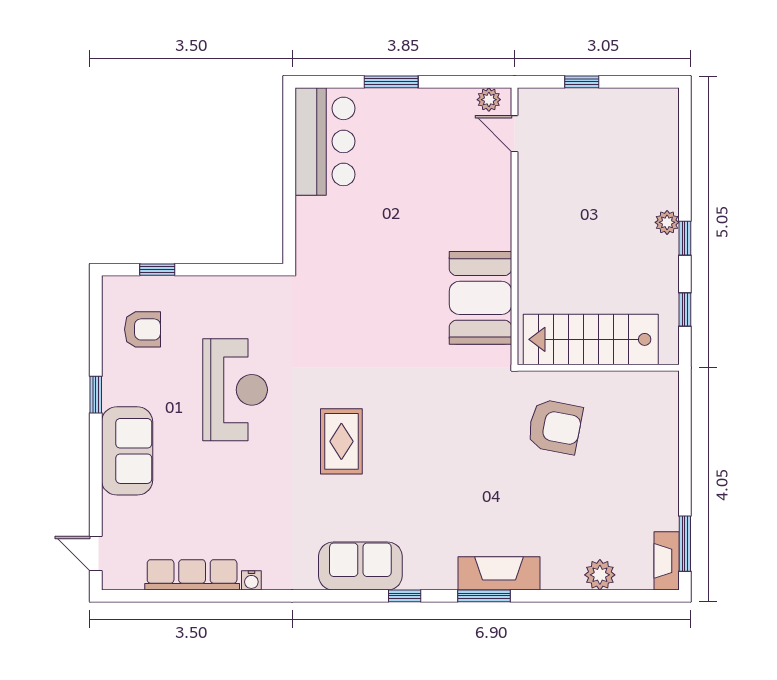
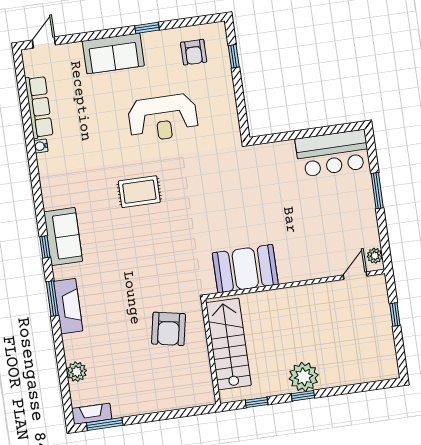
plant: (667, 222) -> (304, 377), width x1.88, depth x1.88
sofa: (360, 566) -> (63, 237), moved

